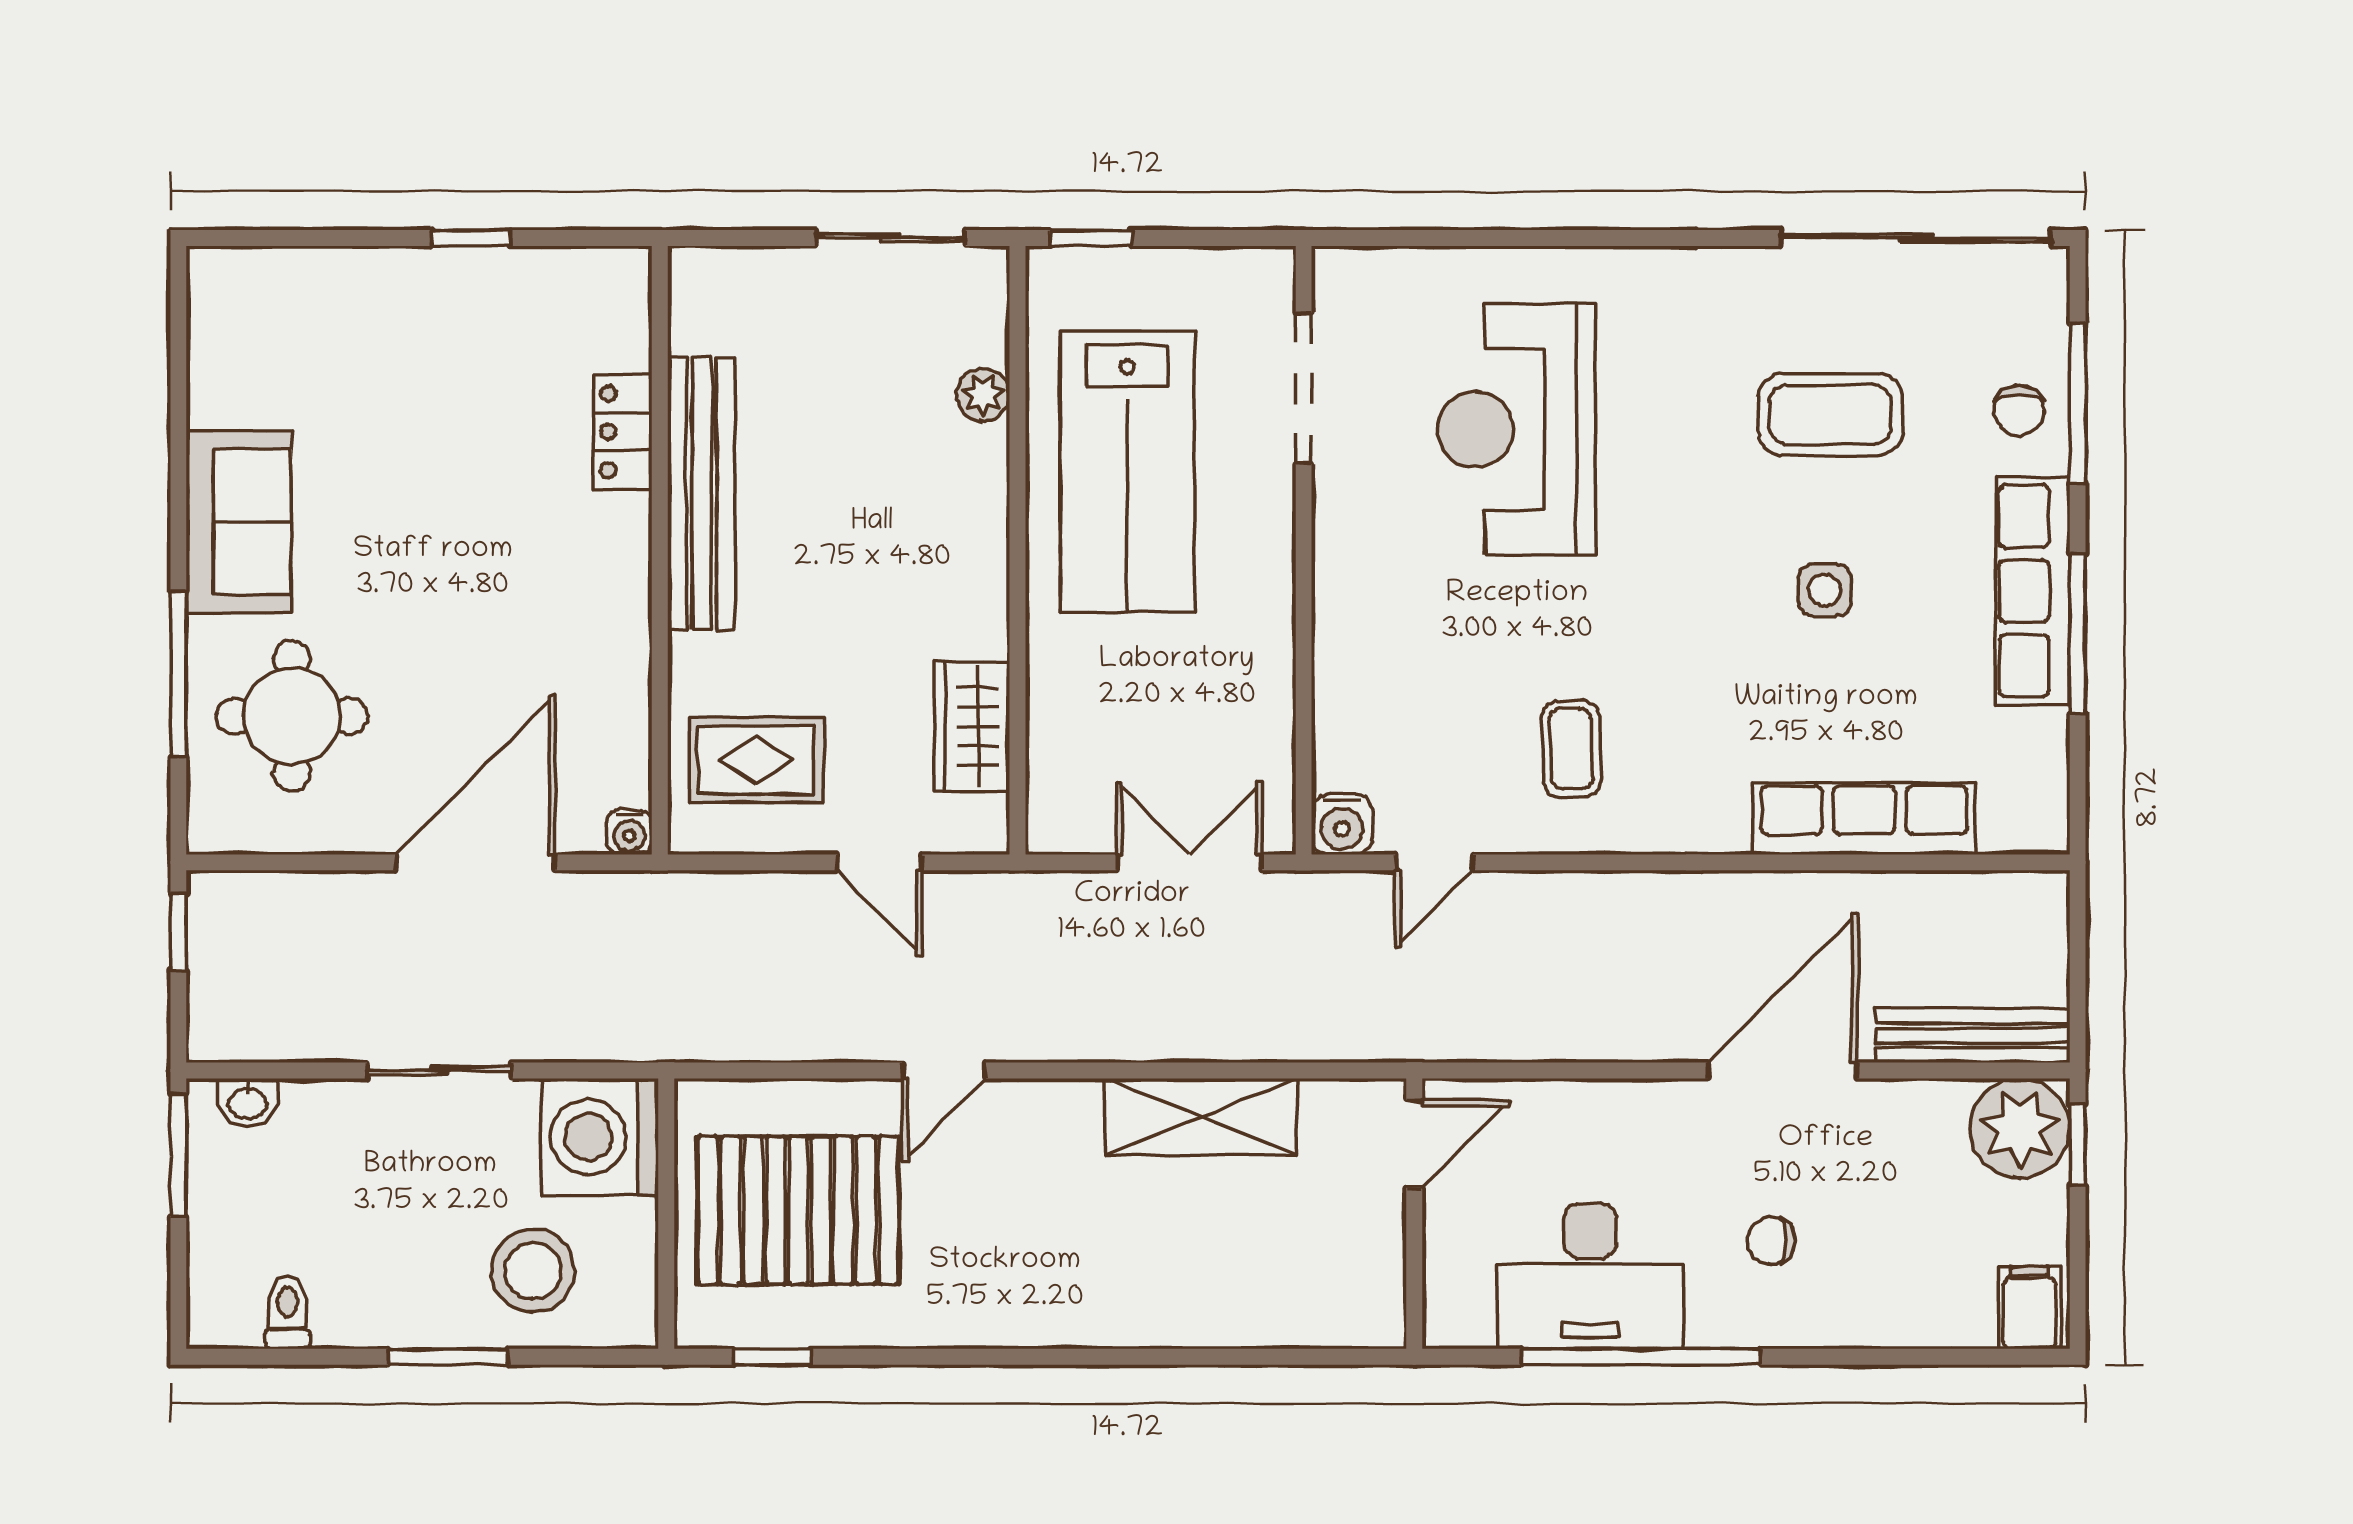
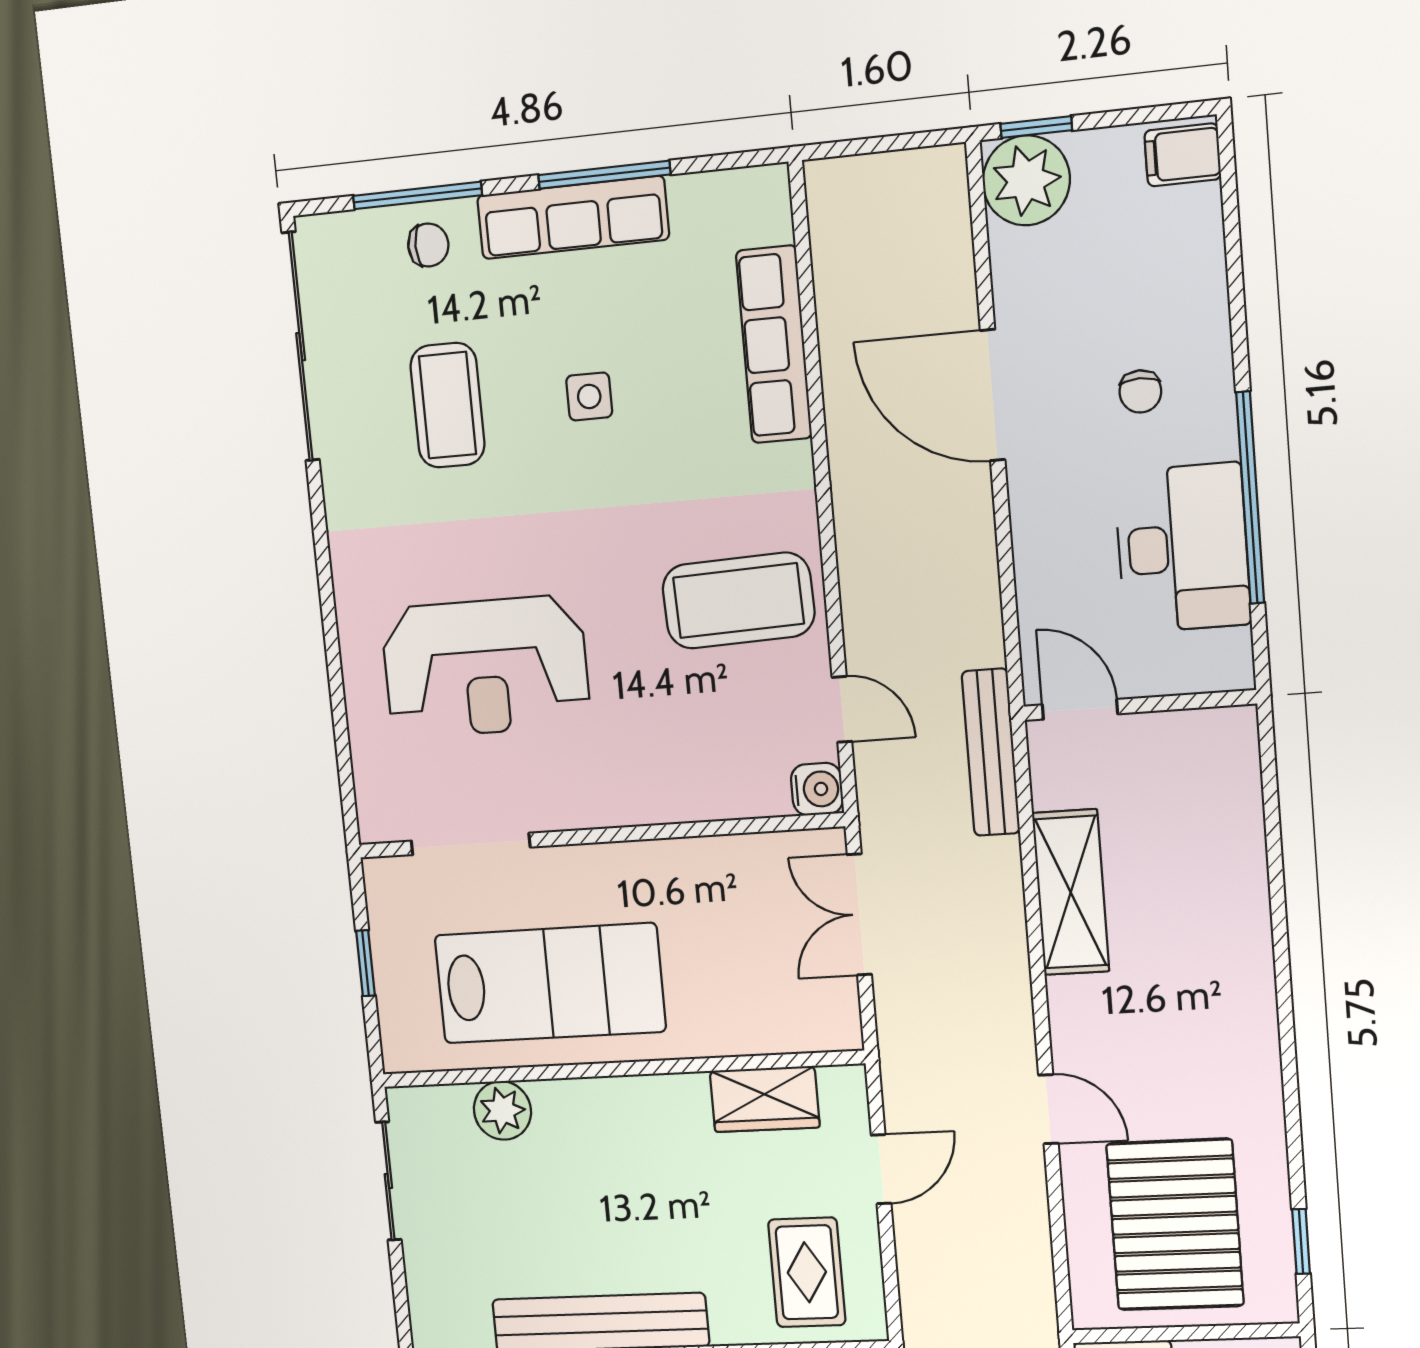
window: (1091, 238) -> (365, 963), moved
plant: (983, 395) -> (502, 1110), width x1.38, depth x1.38
coffee table: (1571, 749) -> (738, 601), width x1.86, depth x1.72
bench: (1973, 1036) -> (991, 752), moved

